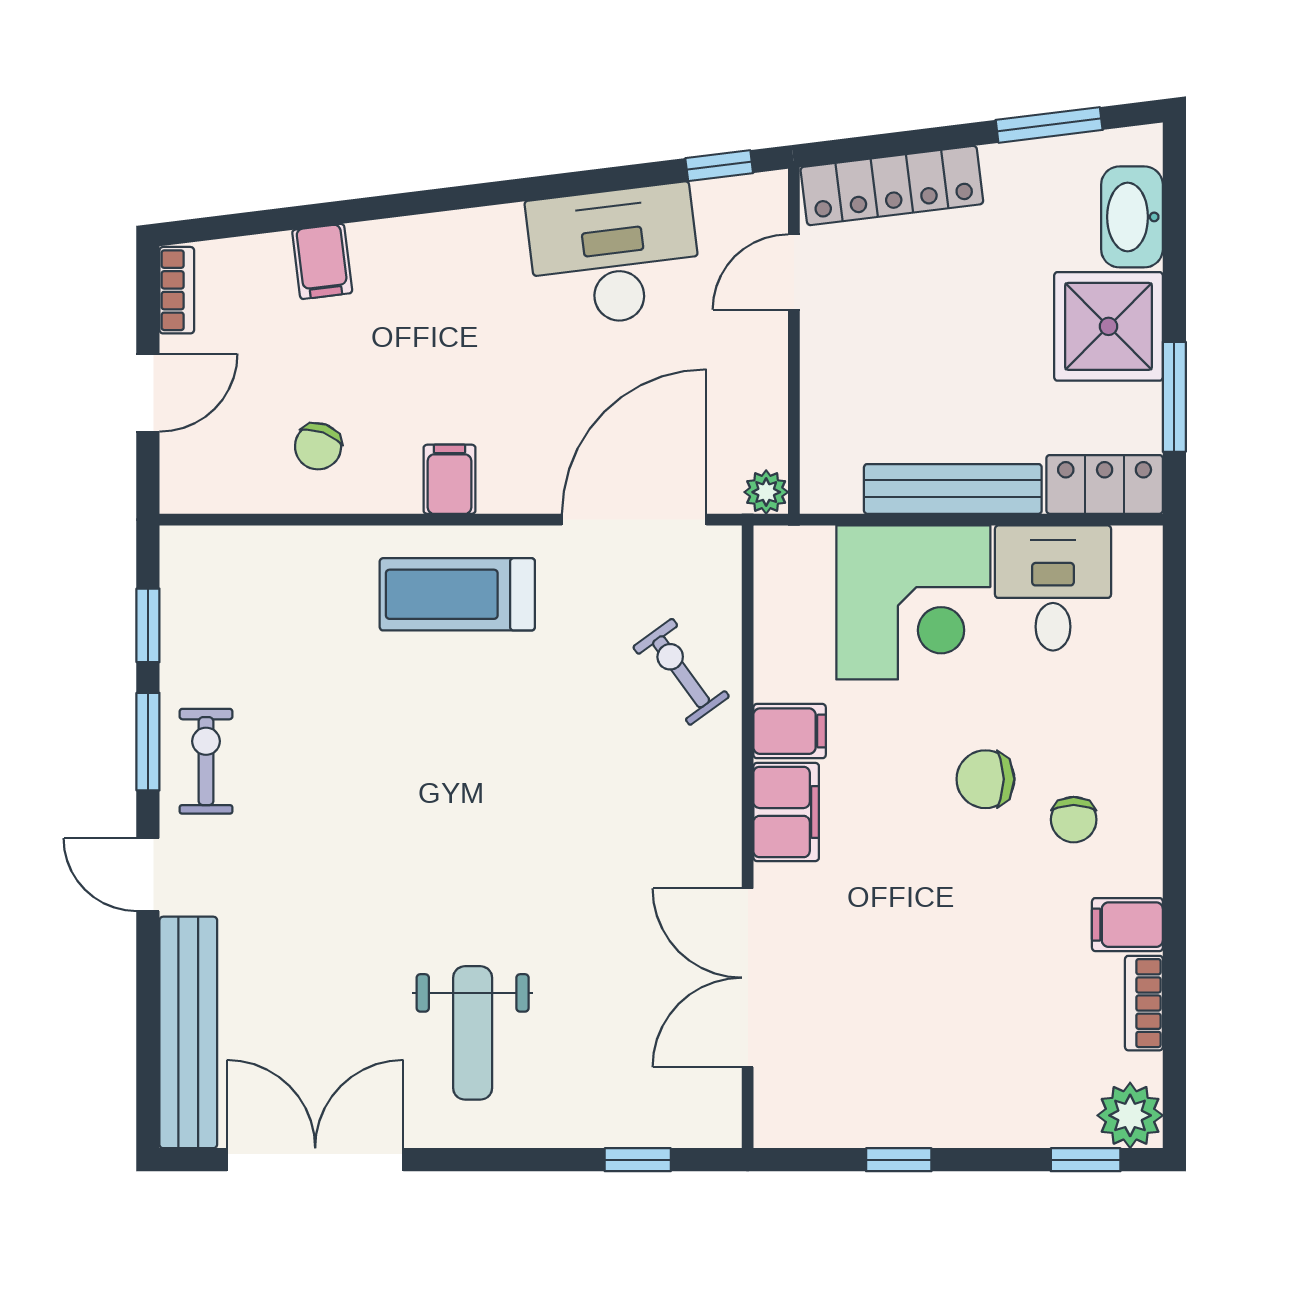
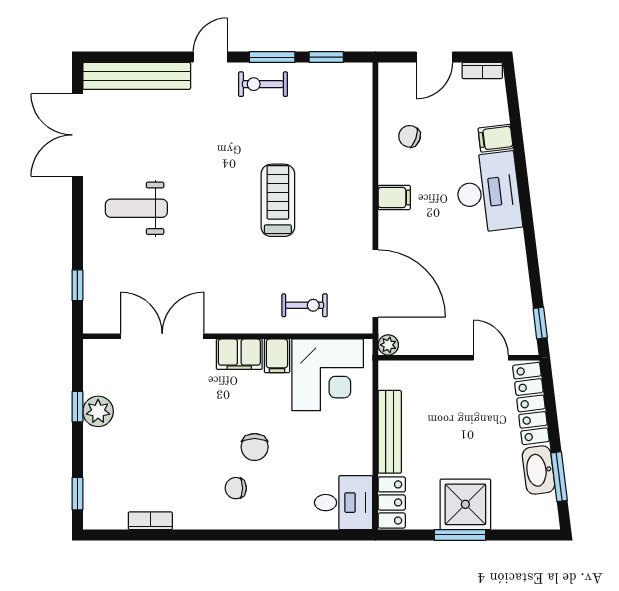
washbasin: (1132, 217) -> (538, 470), moved, turned -97
desk: (614, 256) -> (488, 192), moved
door: (148, 393) -> (435, 57), hinge flipped
window: (1174, 397) -> (460, 535), moved
desk: (1053, 588) -> (344, 503), moved
treadmill: (457, 594) -> (278, 200), moved
corner desk: (913, 602) -> (328, 375), moved, turned -90
exercise bike: (681, 672) -> (305, 305), turned 36
exercise bike: (206, 761) -> (263, 84), turned 180
chair: (985, 779) -> (255, 447), turned 180
filing cabinet: (1127, 925) -> (187, 513), removed
plant: (1130, 1115) -> (98, 411), moved
double door: (315, 1160) -> (77, 135), swing flipped

